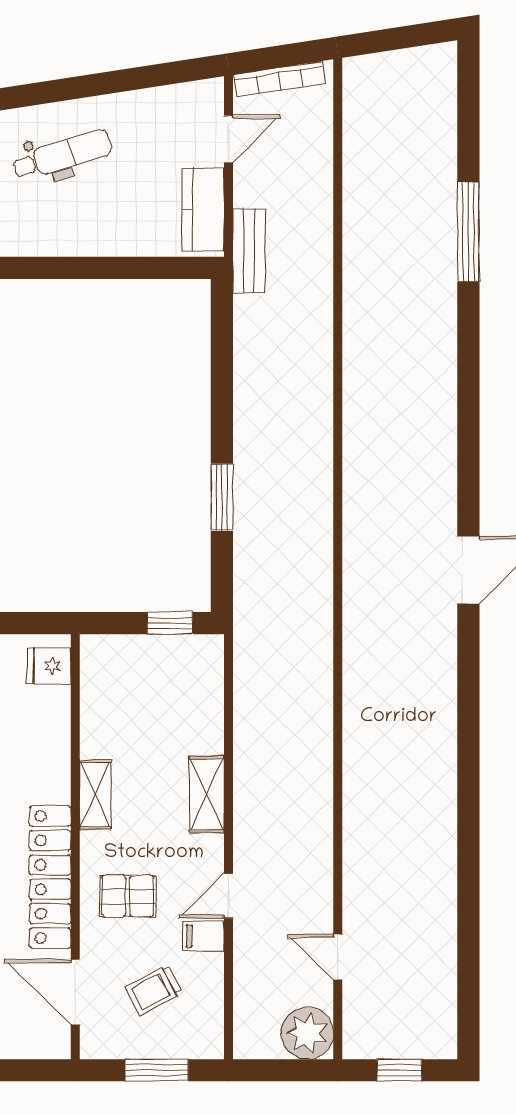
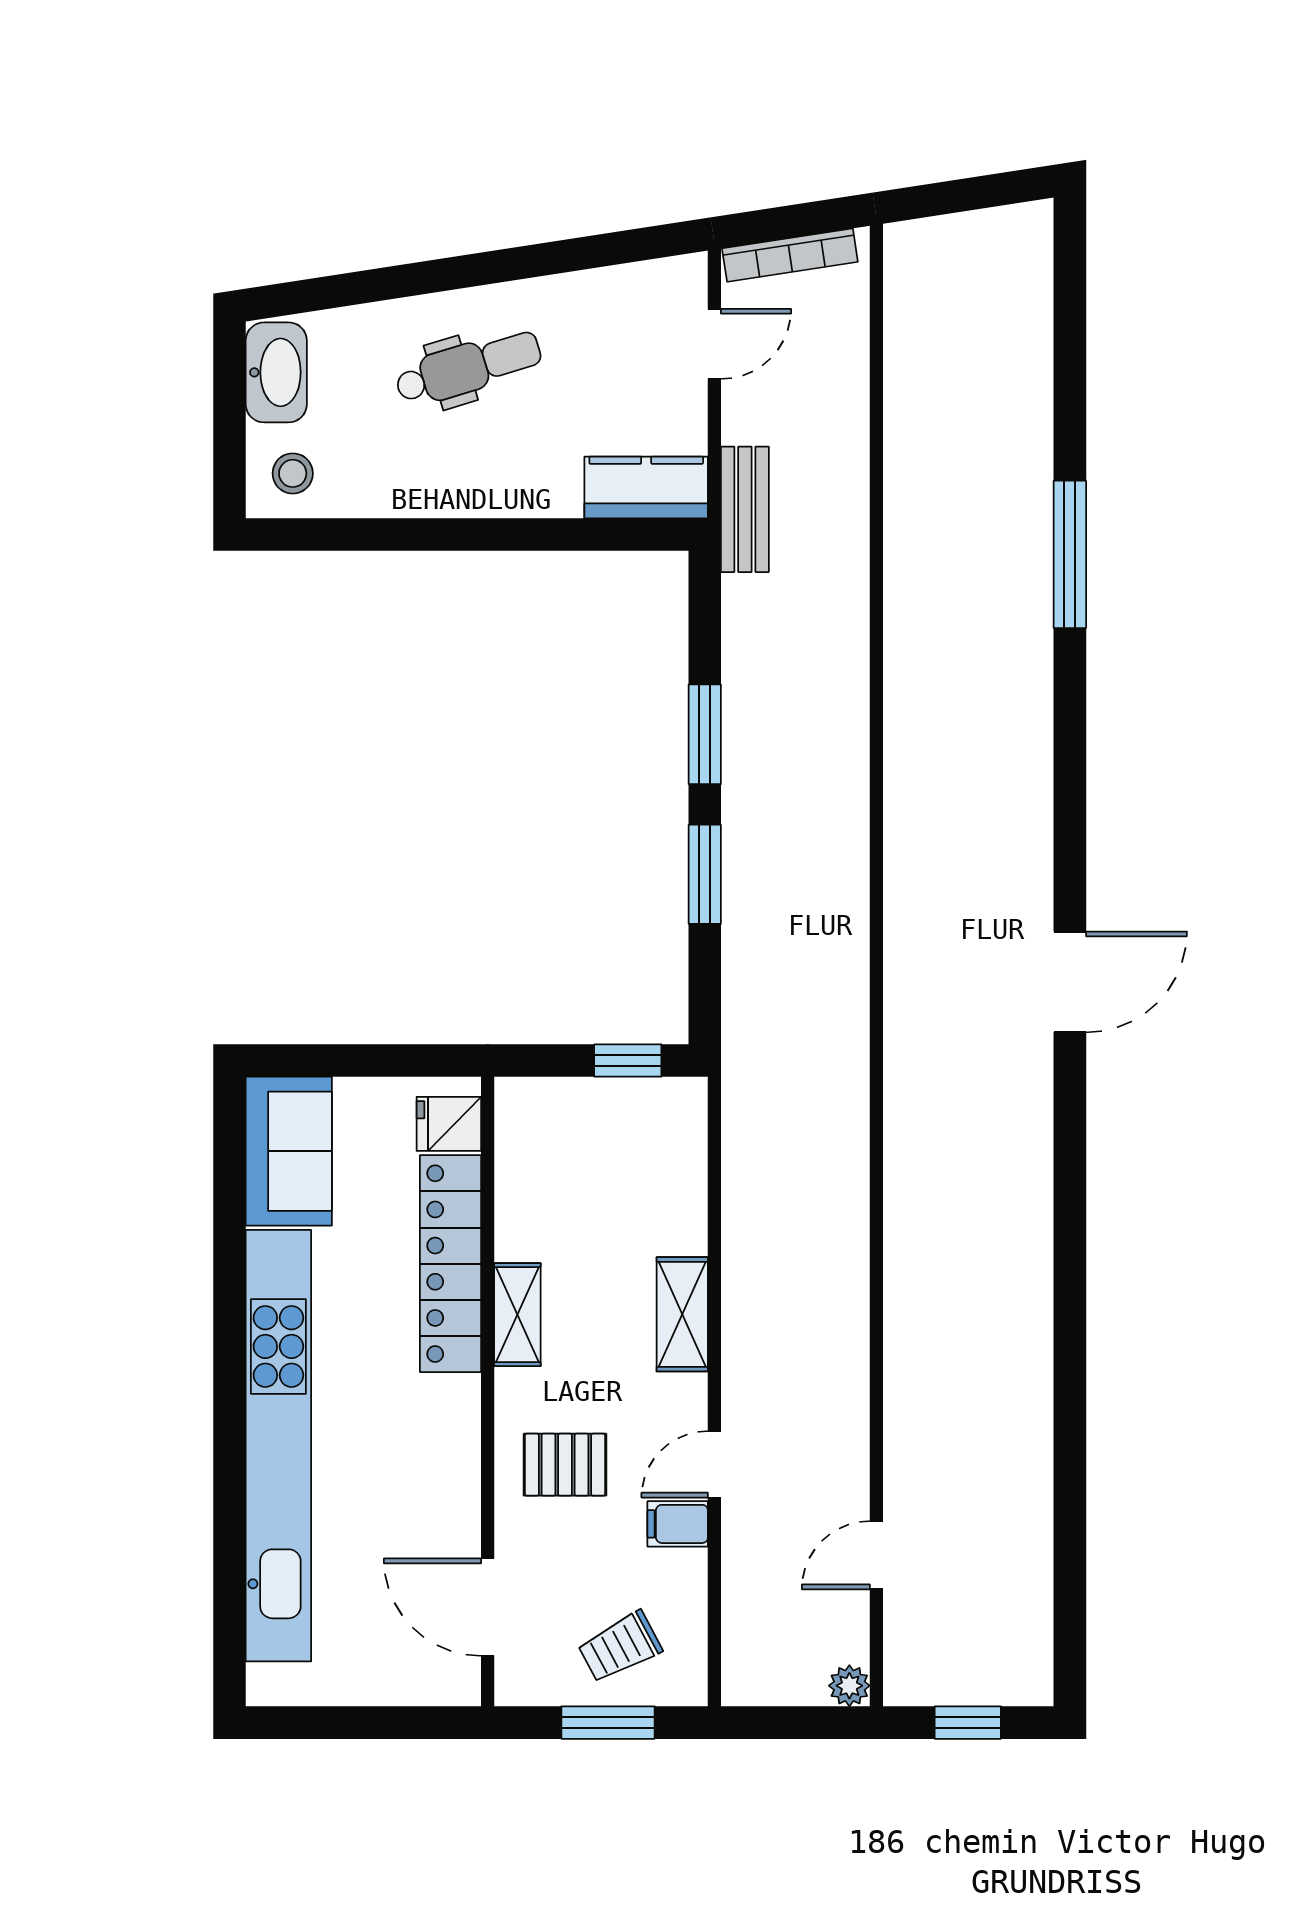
kitchen counter: (203, 210) -> (646, 487), moved, turned 90
window: (468, 232) -> (1070, 554), moved
window: (222, 403) -> (705, 734), added
locker: (50, 877) -> (450, 1264), moved
door: (338, 957) -> (876, 1555), hinge flipped
trolley: (154, 990) -> (620, 1647), moved
plant: (307, 1033) -> (849, 1686), width x0.53, depth x0.53

